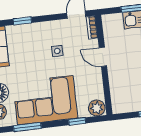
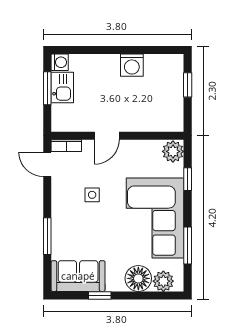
window: (22, 21) -> (47, 236), width x1.50

